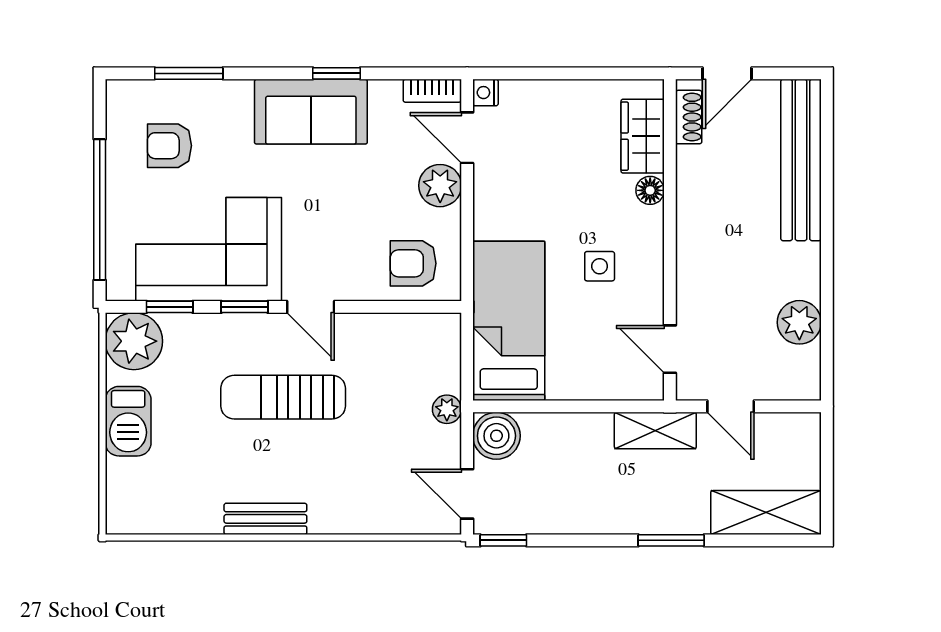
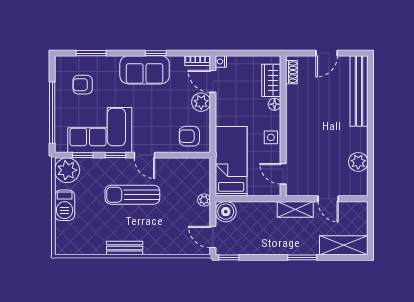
shoe rack: (689, 117) -> (291, 72), moved
wardrobe: (643, 136) -> (271, 80), moved
floor lamp: (650, 190) -> (275, 104), moved
wall: (670, 240) -> (283, 126), moved
door: (670, 349) -> (283, 174), moved

